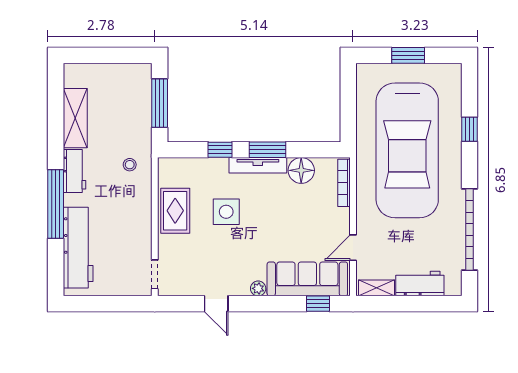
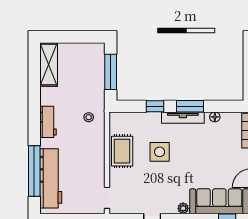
shelving: (75, 118) -> (49, 64), moved
floor lamp: (301, 170) -> (215, 117), width x0.53, depth x0.53
window: (56, 204) -> (34, 171), moved

